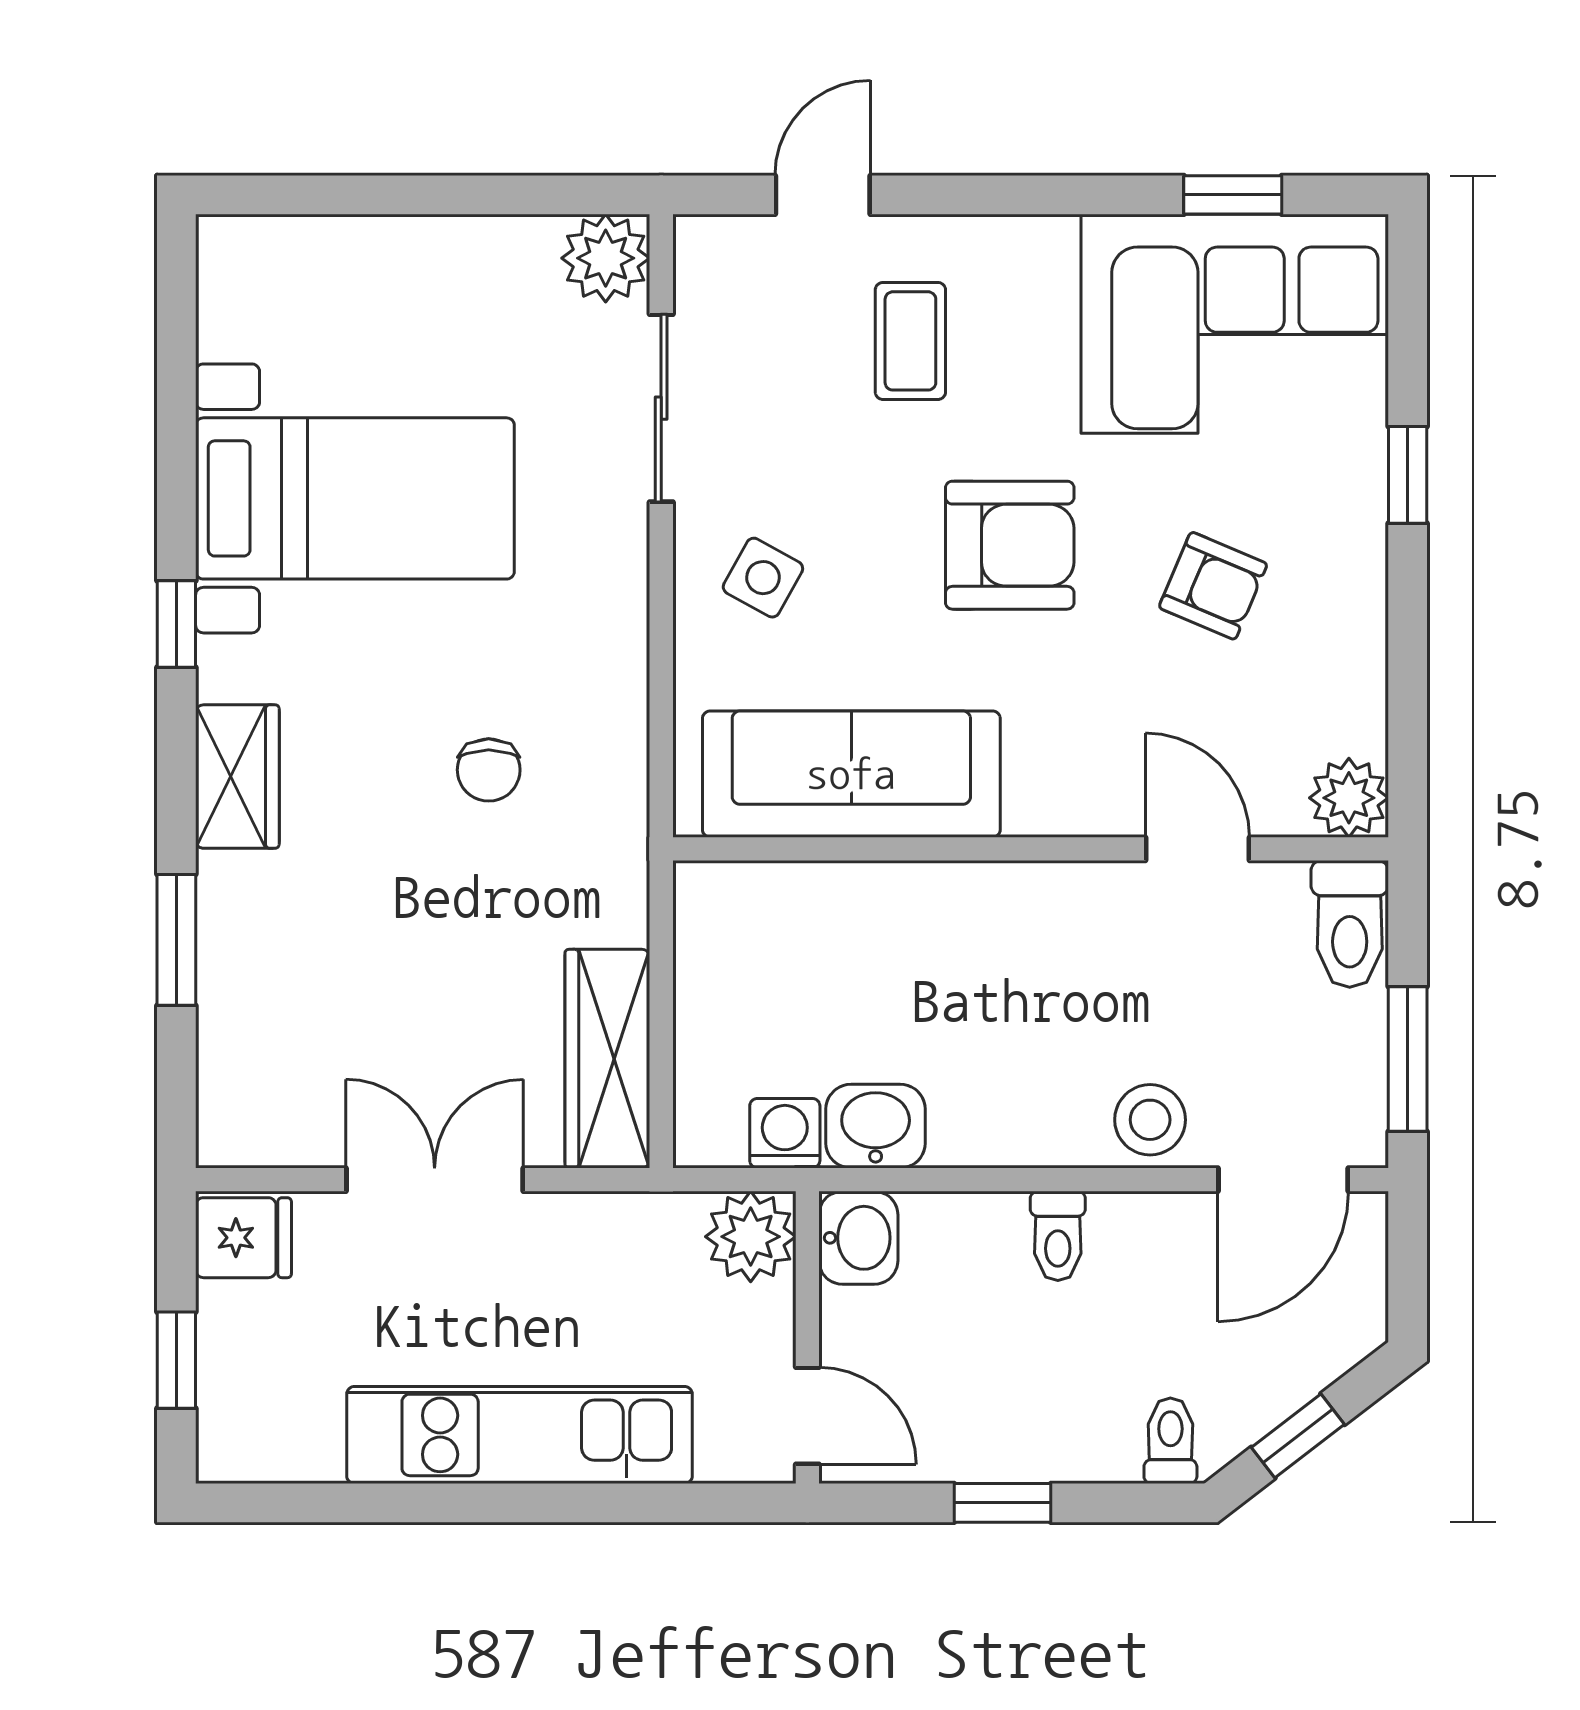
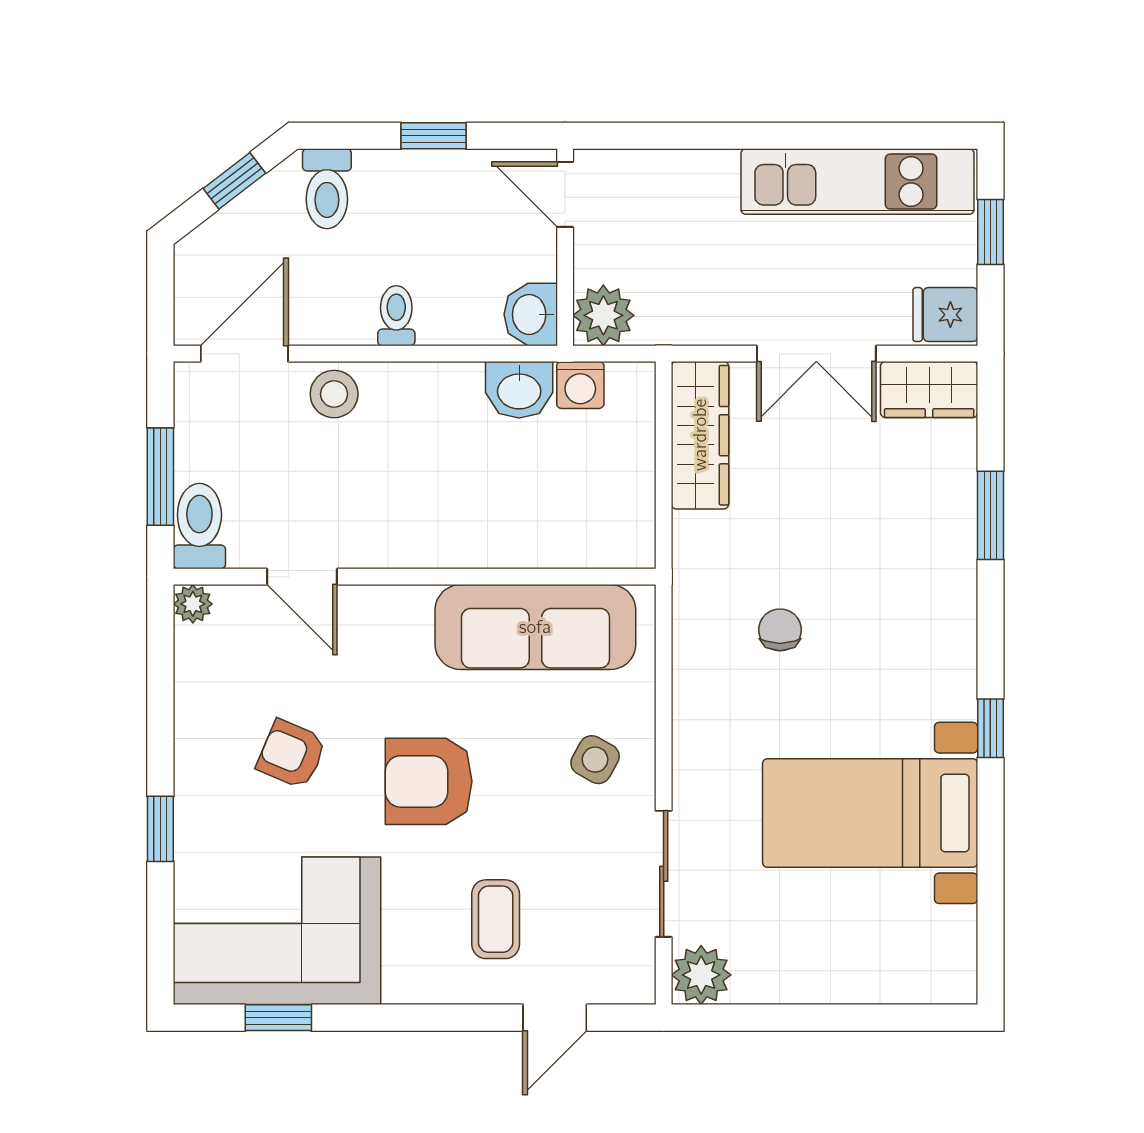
wardrobe: (237, 777) -> (929, 389), moved, turned -90
plant: (1349, 798) -> (193, 604), width x0.73, depth x0.73
window: (1408, 1059) -> (160, 477), moved
kitchen unit: (519, 1435) -> (858, 182), moved
toilet: (1170, 1441) -> (327, 189), width x1.37, depth x1.39

